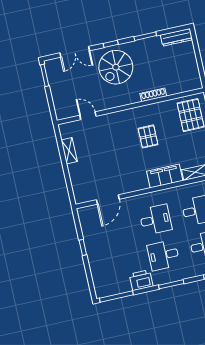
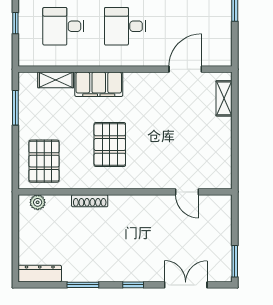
spiral stairs: (116, 67) -> (133, 251), removed
plant: (189, 86) -> (38, 202), added
pallet: (148, 136) -> (110, 145), width x1.50, depth x1.42
shelving: (69, 151) -> (224, 98), moved

